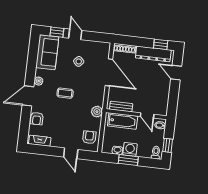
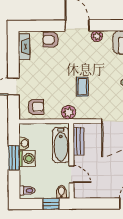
coffee table: (65, 93) -> (82, 87), moved
door: (147, 115) -> (71, 174), swing flipped
window: (168, 145) -> (51, 204), moved

